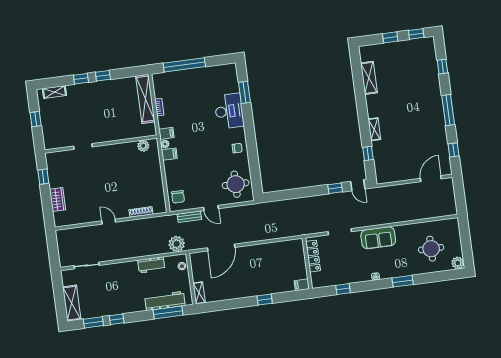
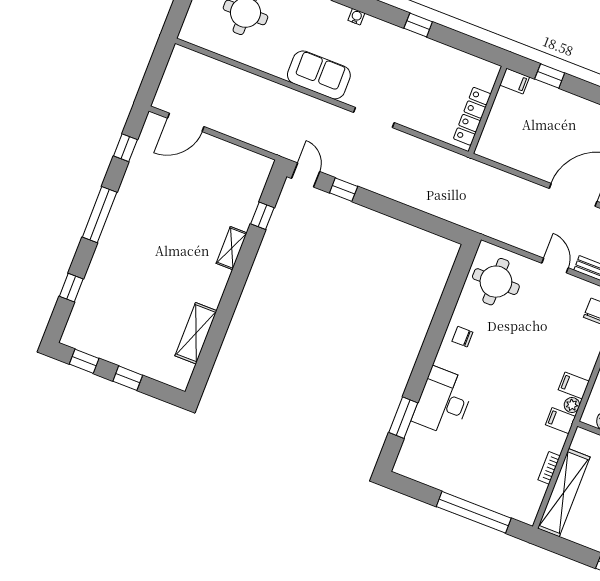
locker: (313, 256) -> (472, 116), moved
wall: (307, 263) -> (488, 110), moved
filing cabinet: (302, 285) -> (515, 81), moved

